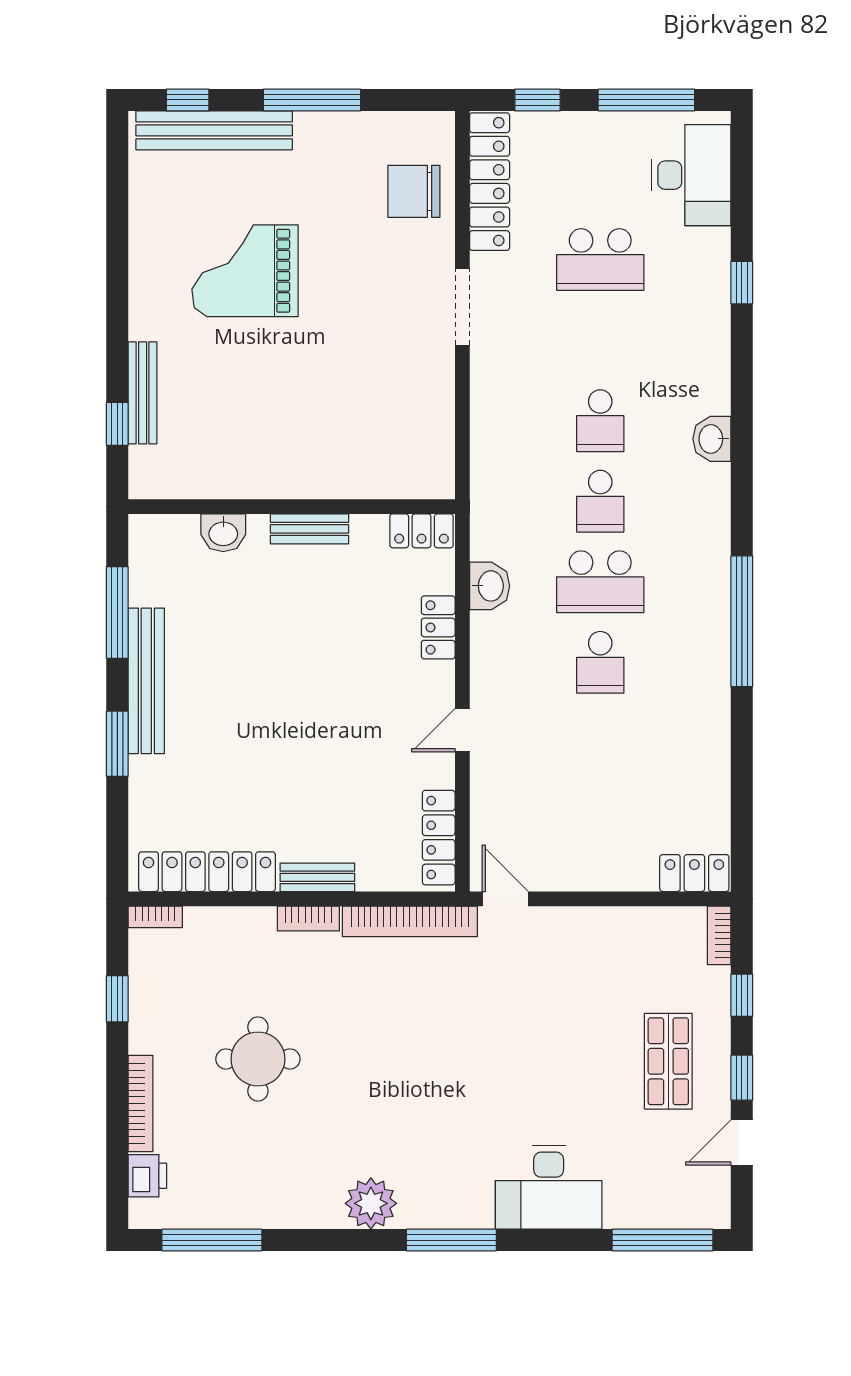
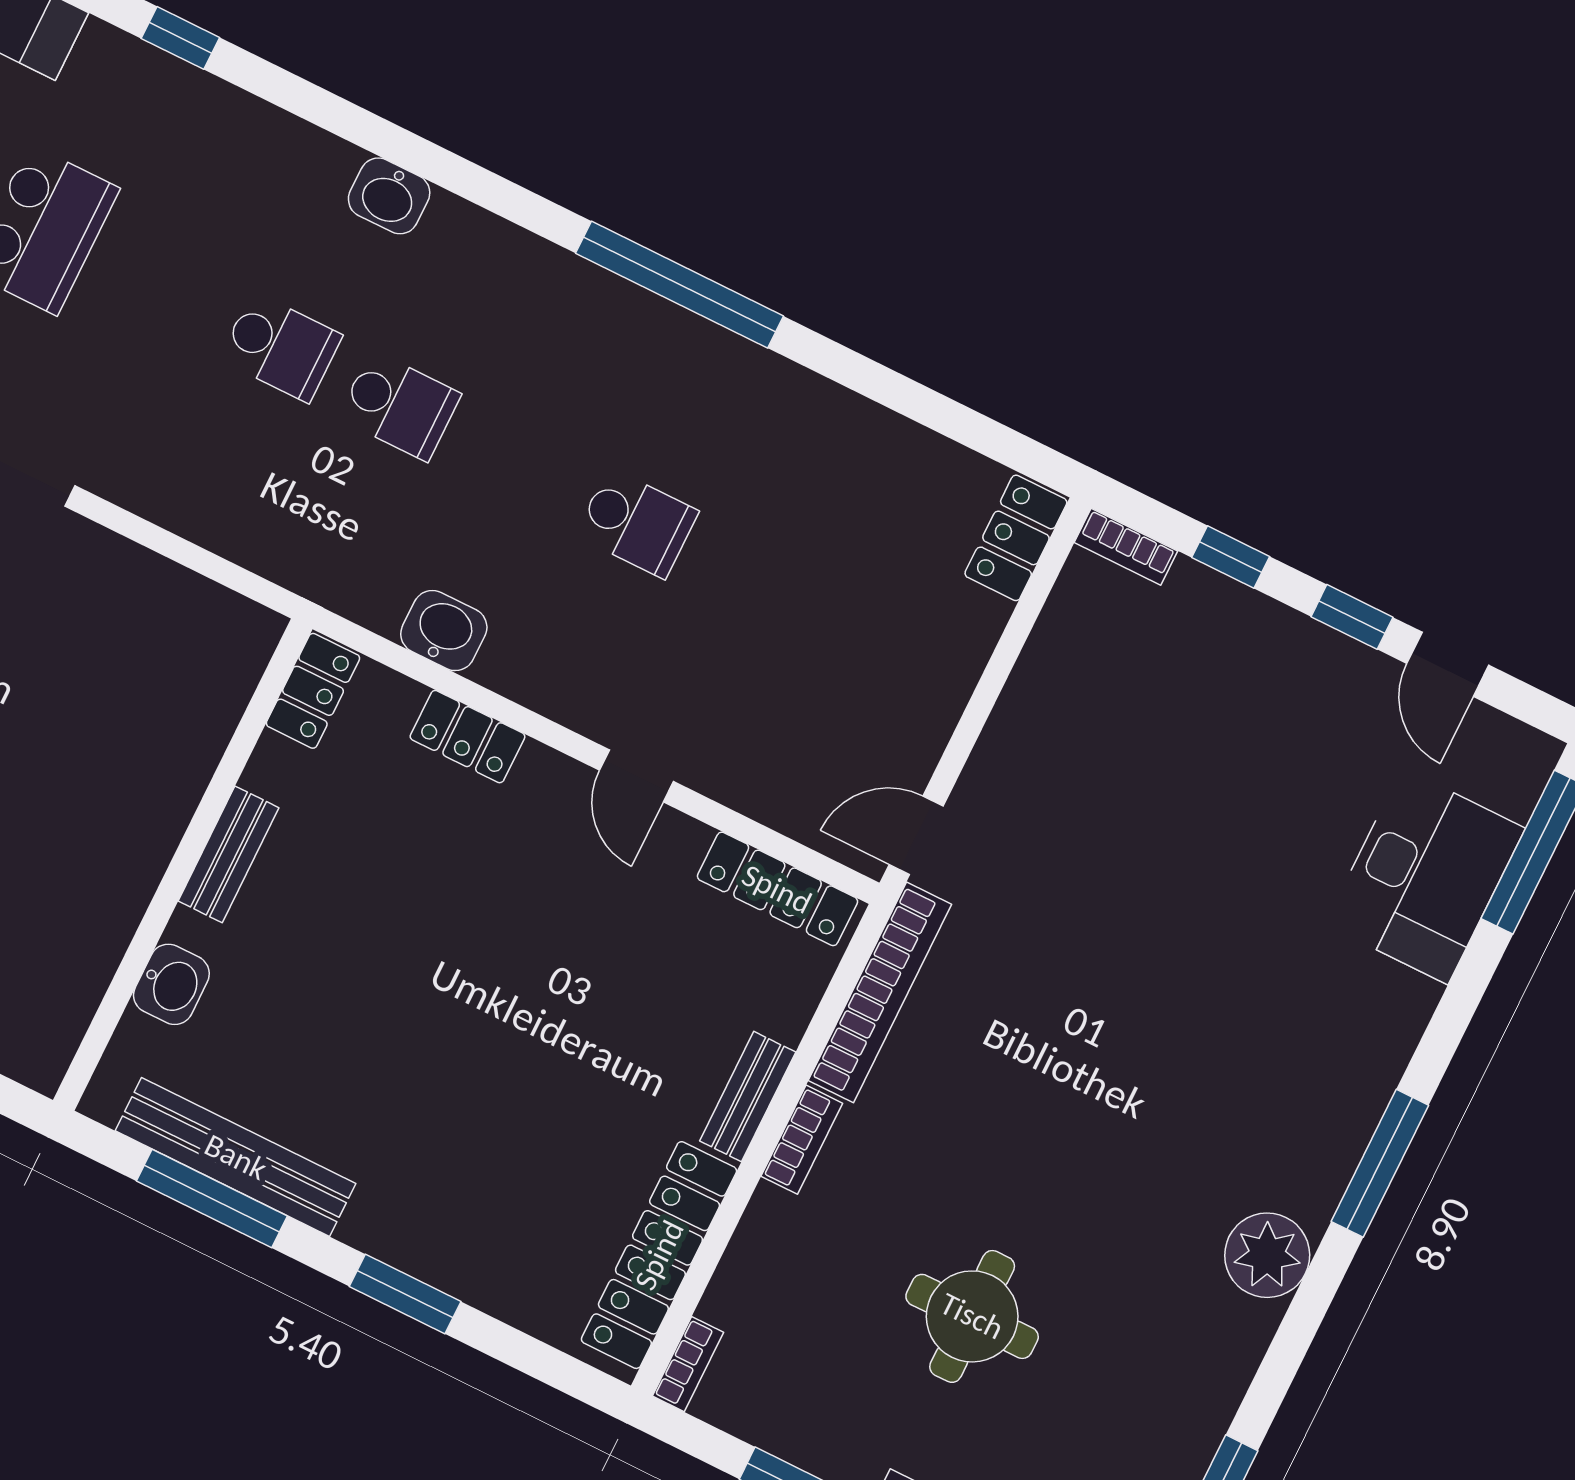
school desk: (600, 582) -> (518, 464), removed
bench: (146, 681) -> (236, 1157), moved
shop shelf: (668, 1061) -> (1274, 713), removed
desk: (549, 1187) -> (1425, 876), moved

